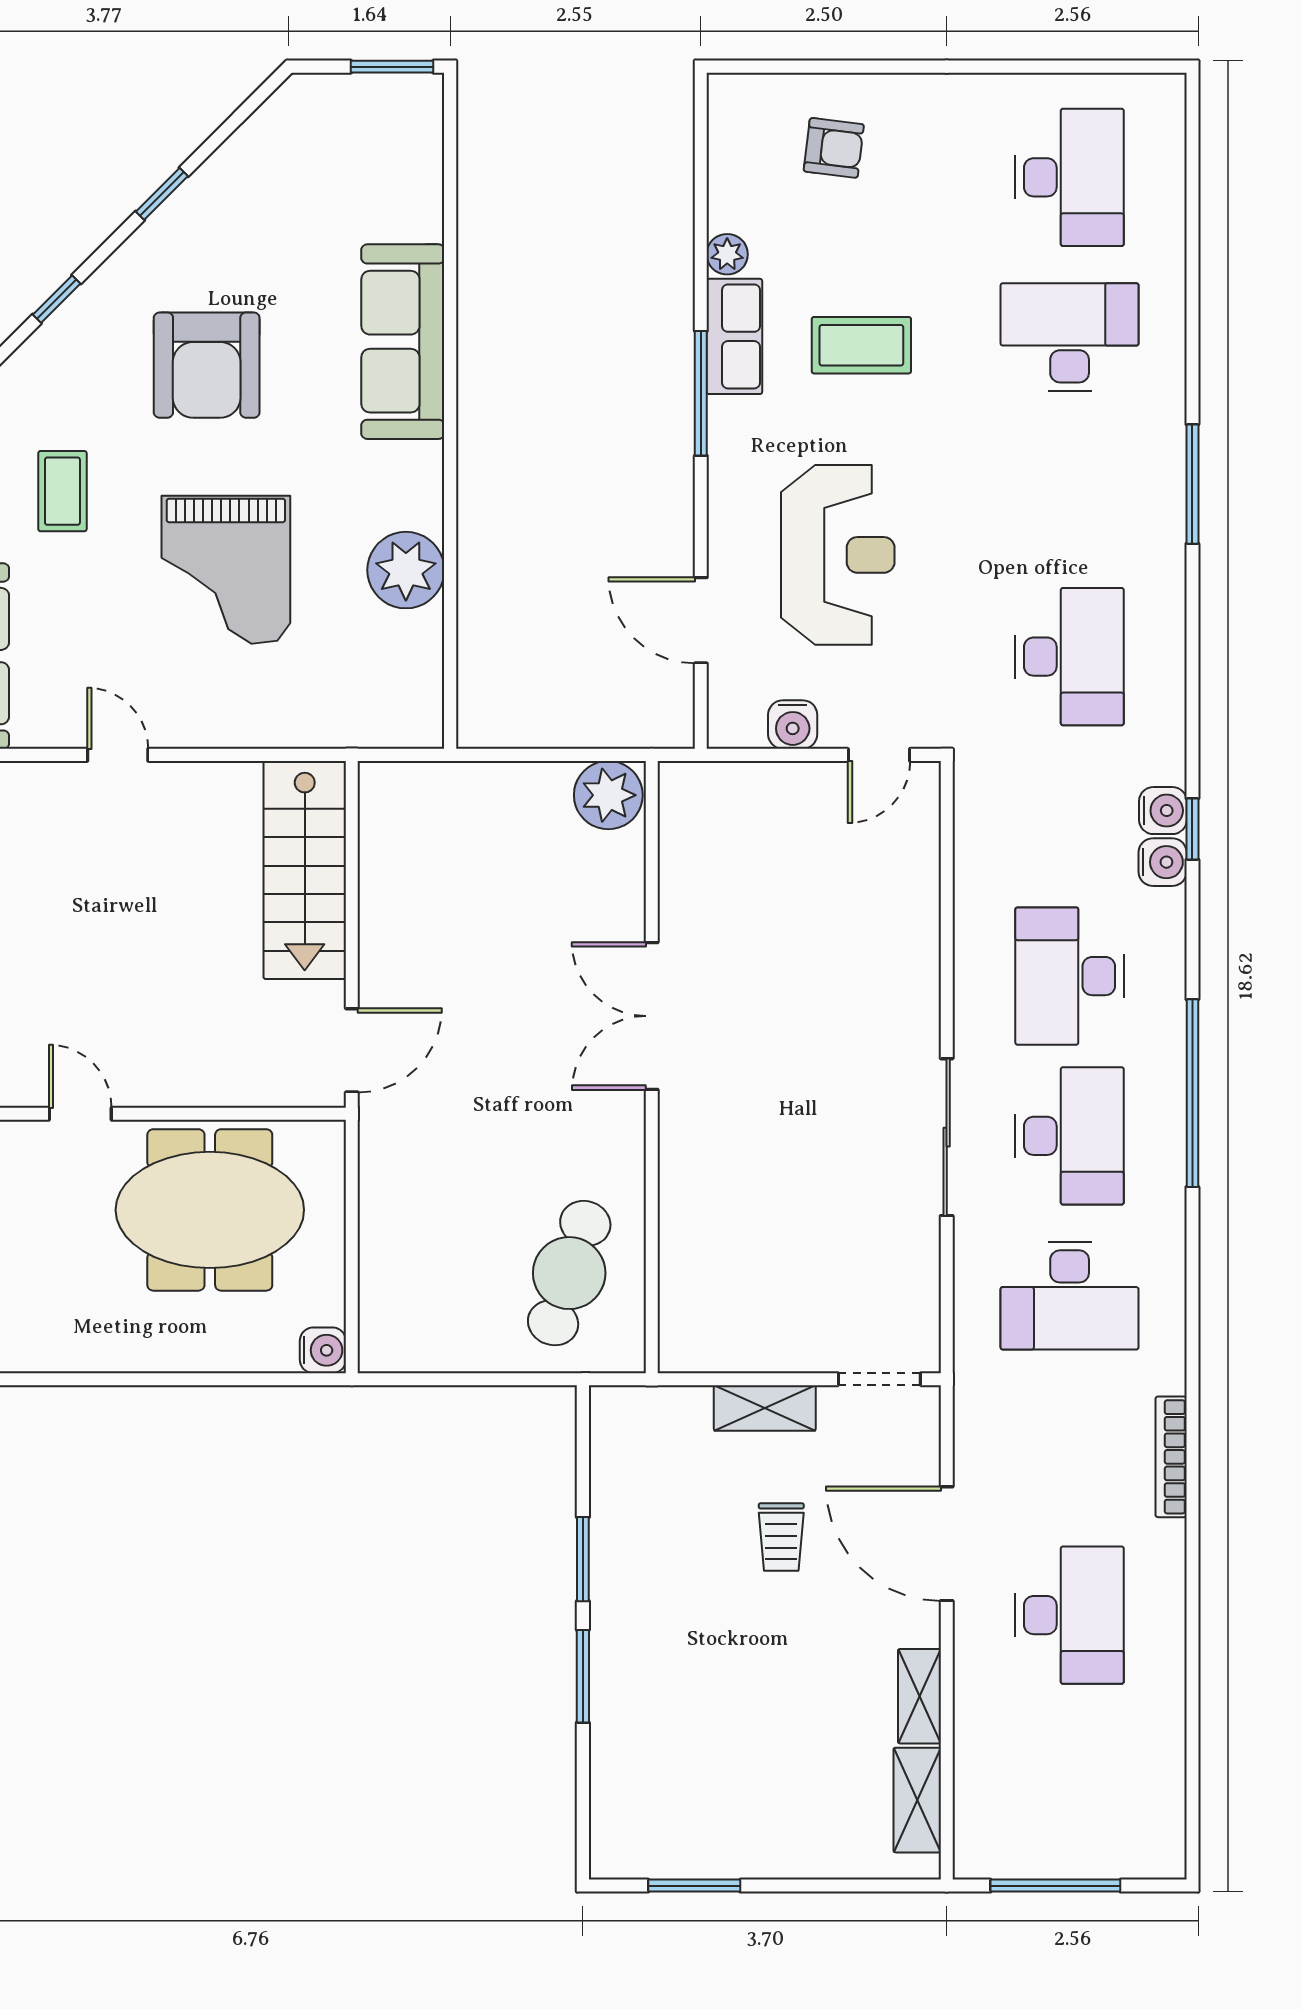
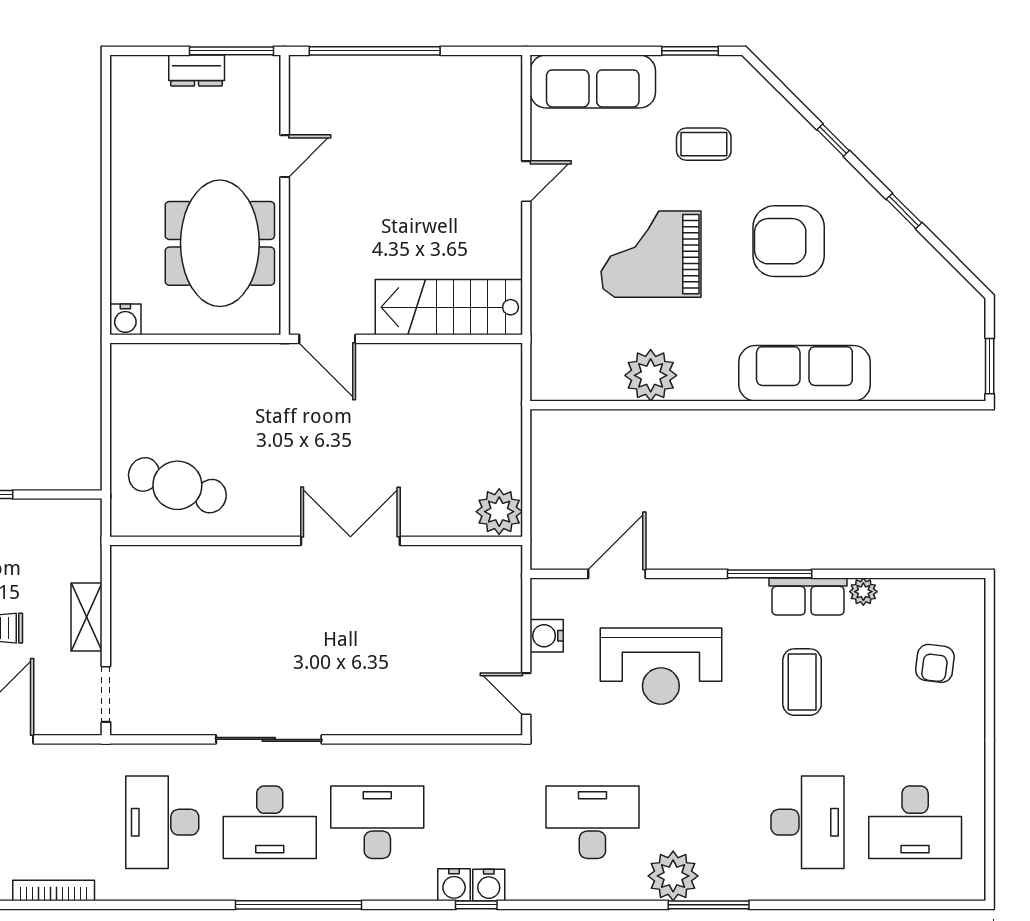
plant: (1149, 537) -> (673, 876), added
desk: (1070, 657) -> (592, 822), turned 180

